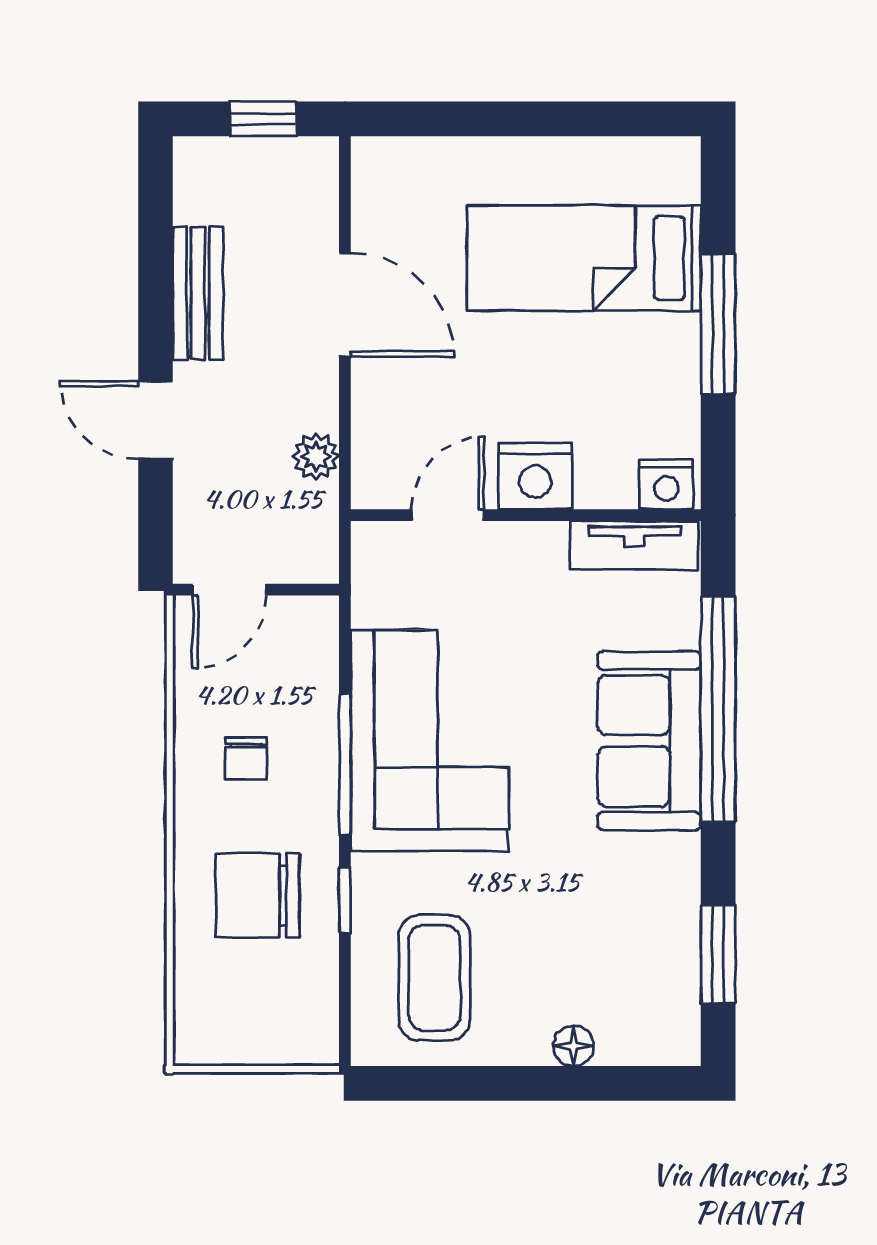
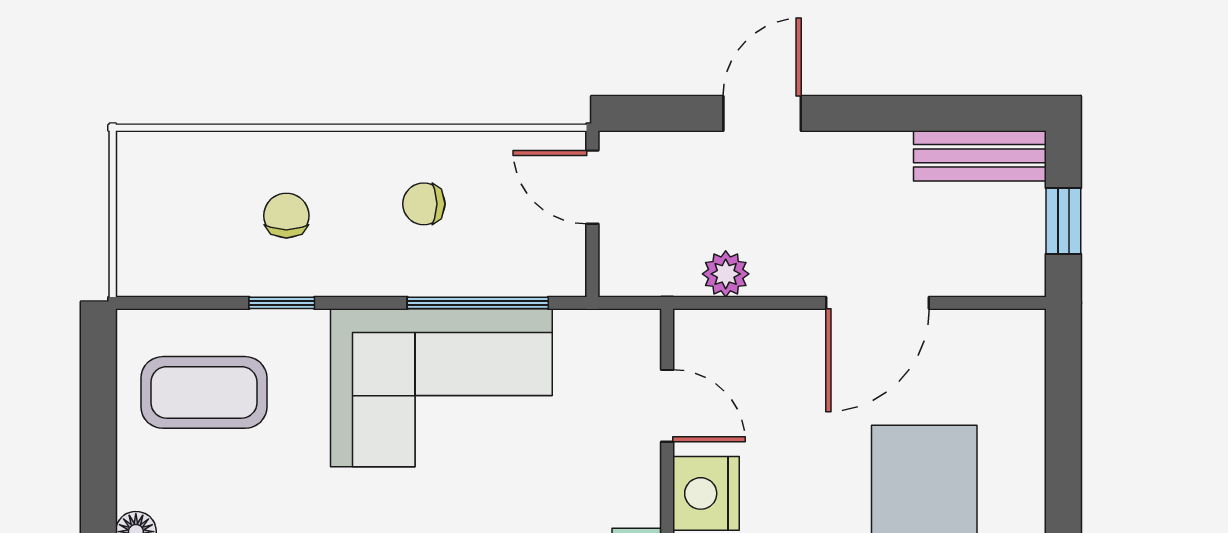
bench: (198, 293) -> (980, 156), moved
window: (345, 764) -> (478, 303), moved
chair: (258, 896) -> (286, 216), width x0.54, depth x0.54

